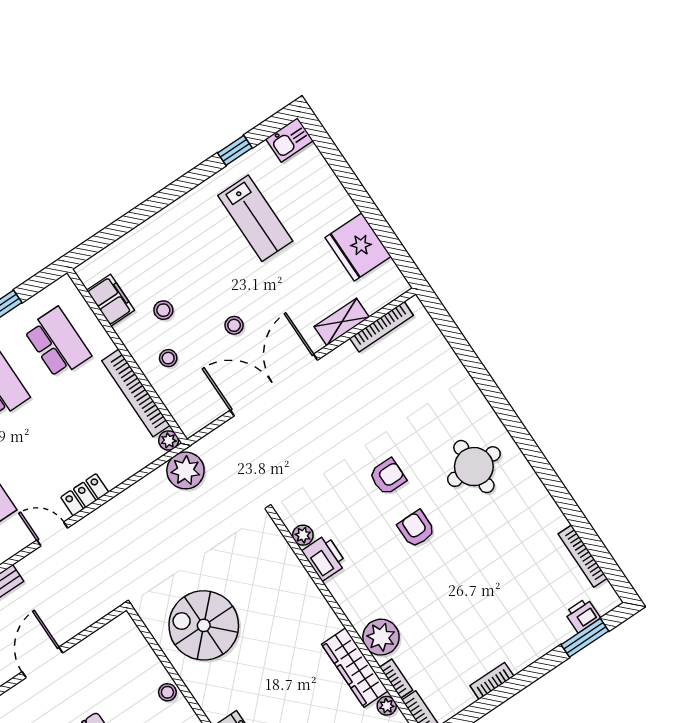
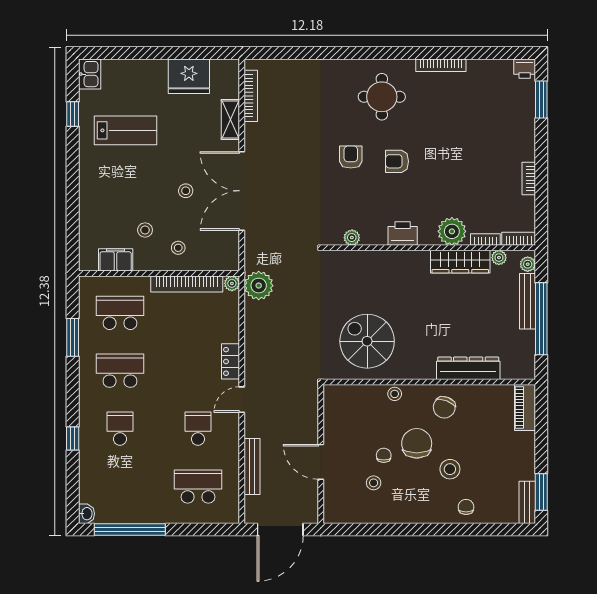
bookcase: (583, 556) -> (441, 65), moved
printer: (324, 558) -> (403, 233), moved
printer: (582, 615) -> (525, 69), moved, turned -90
spiral stairs: (204, 625) -> (367, 341), turned 90

